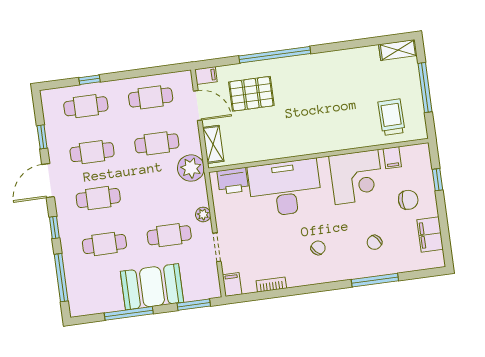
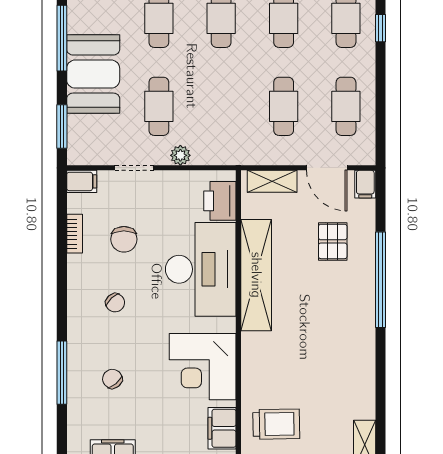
pallet: (251, 94) -> (333, 241), width x0.67, depth x0.71
door: (198, 105) -> (327, 168), hinge flipped
shelving: (284, 147) -> (256, 275), added
filing cabinet: (392, 158) -> (222, 428), width x2.00
plant: (191, 168) -> (245, 147), removed
chair: (408, 200) -> (124, 239), moved

